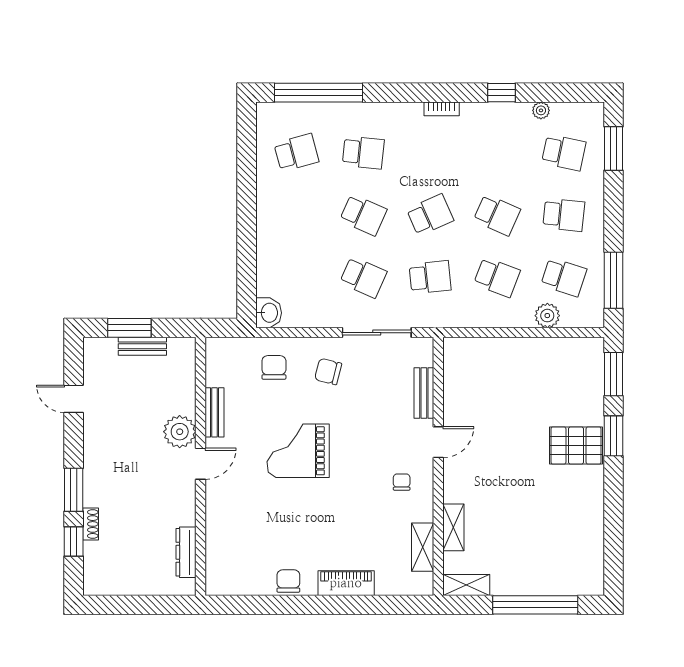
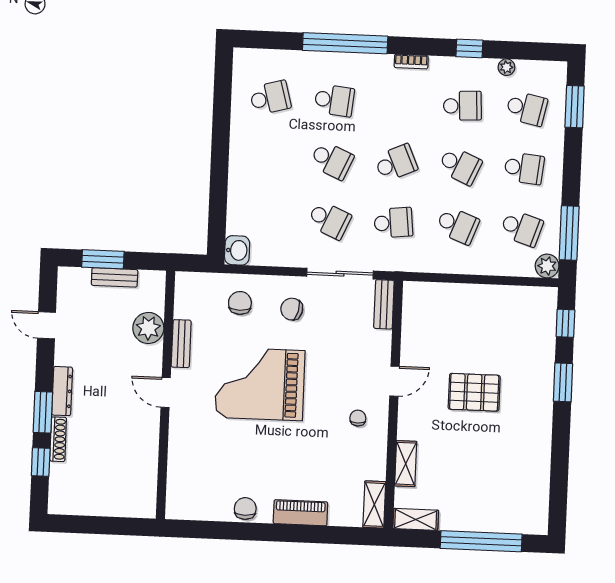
window: (318, 93) -> (345, 43), moved
school desk: (497, 153) -> (462, 106), added
plant: (547, 316) -> (547, 266), moved
window: (614, 374) -> (565, 323), width x0.67
bench: (424, 393) -> (384, 304), moved
plant: (180, 432) -> (148, 328), moved
pallet: (576, 446) -> (474, 392), moved
grand piano: (298, 451) -> (260, 384), width x1.37, depth x1.48
door: (200, 464) -> (166, 392), swing flipped
shoe rack: (91, 524) -> (58, 439), width x1.43
shelving: (423, 547) -> (374, 505), moved
dresser: (186, 552) -> (62, 391), moved, turned 180

